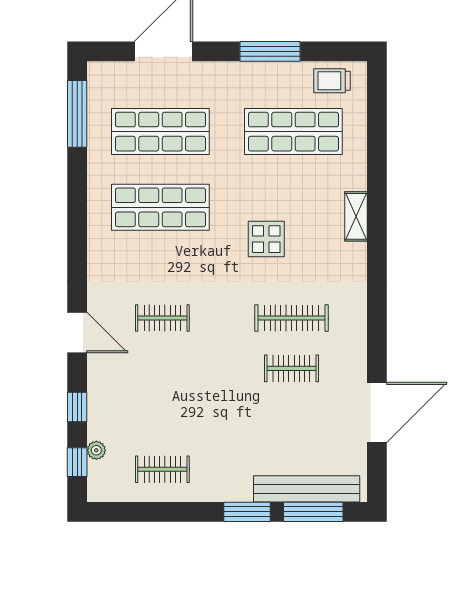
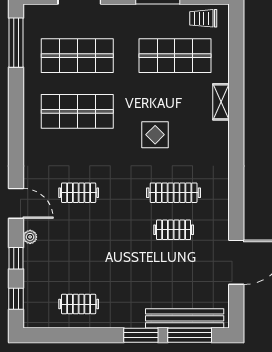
shelving: (356, 216) -> (221, 102), moved
plant: (96, 450) -> (30, 237), moved

